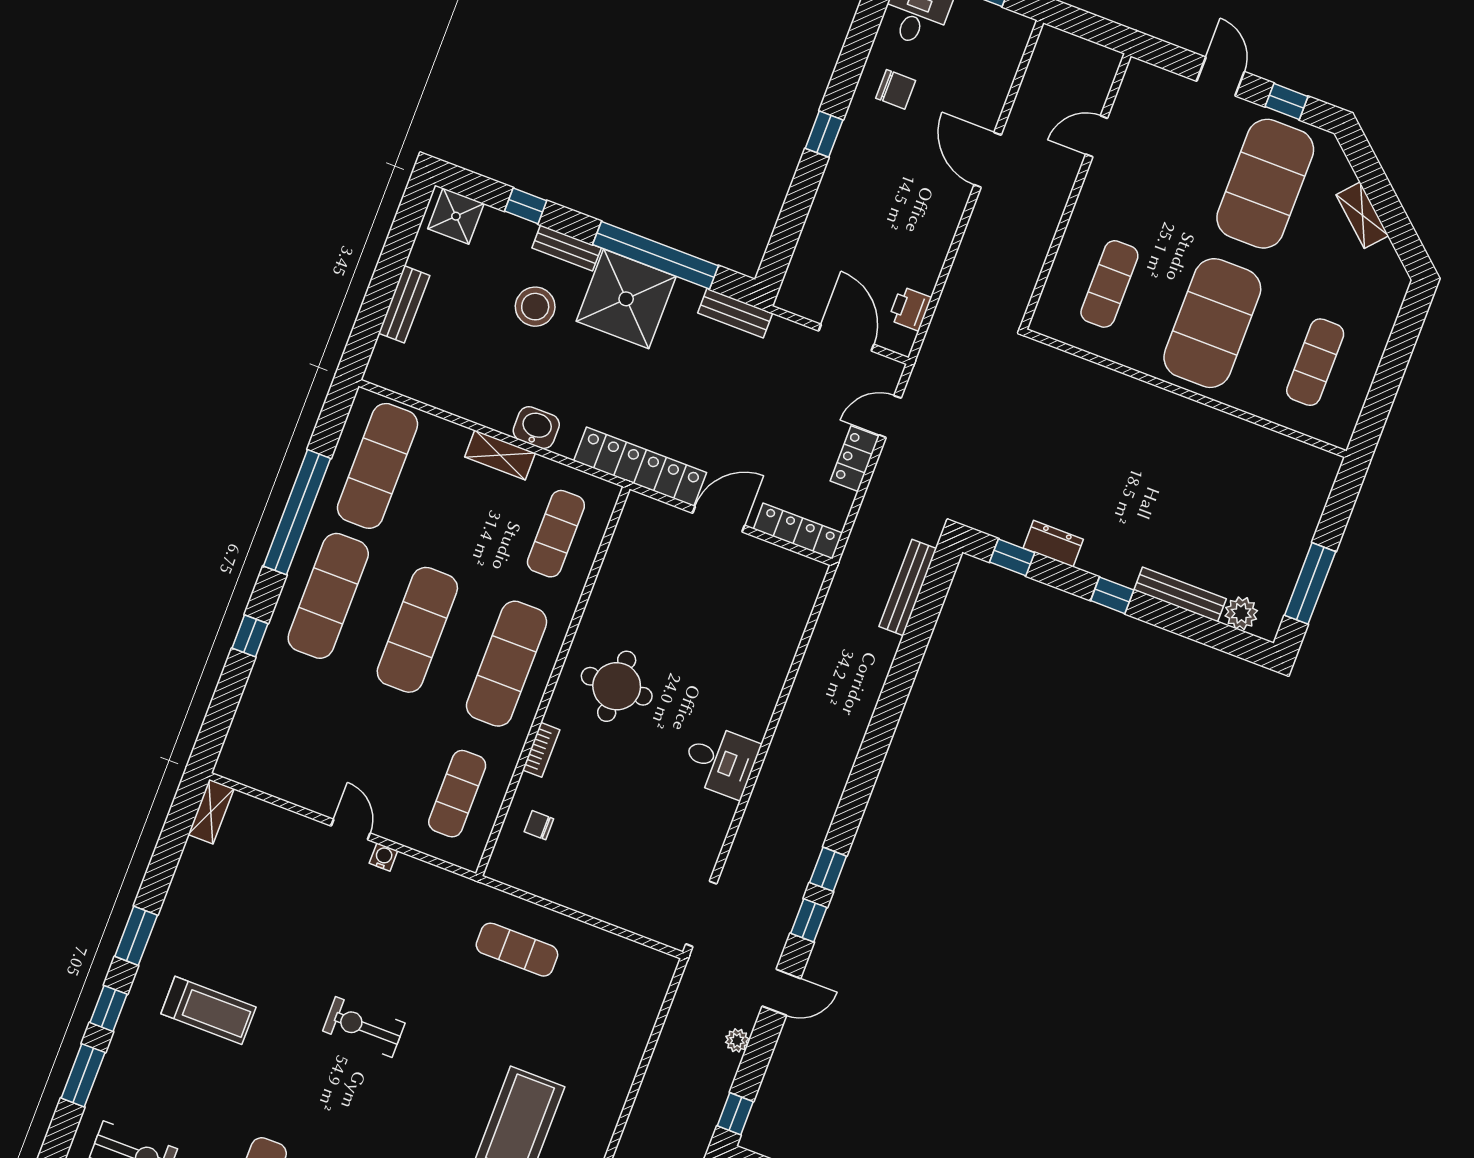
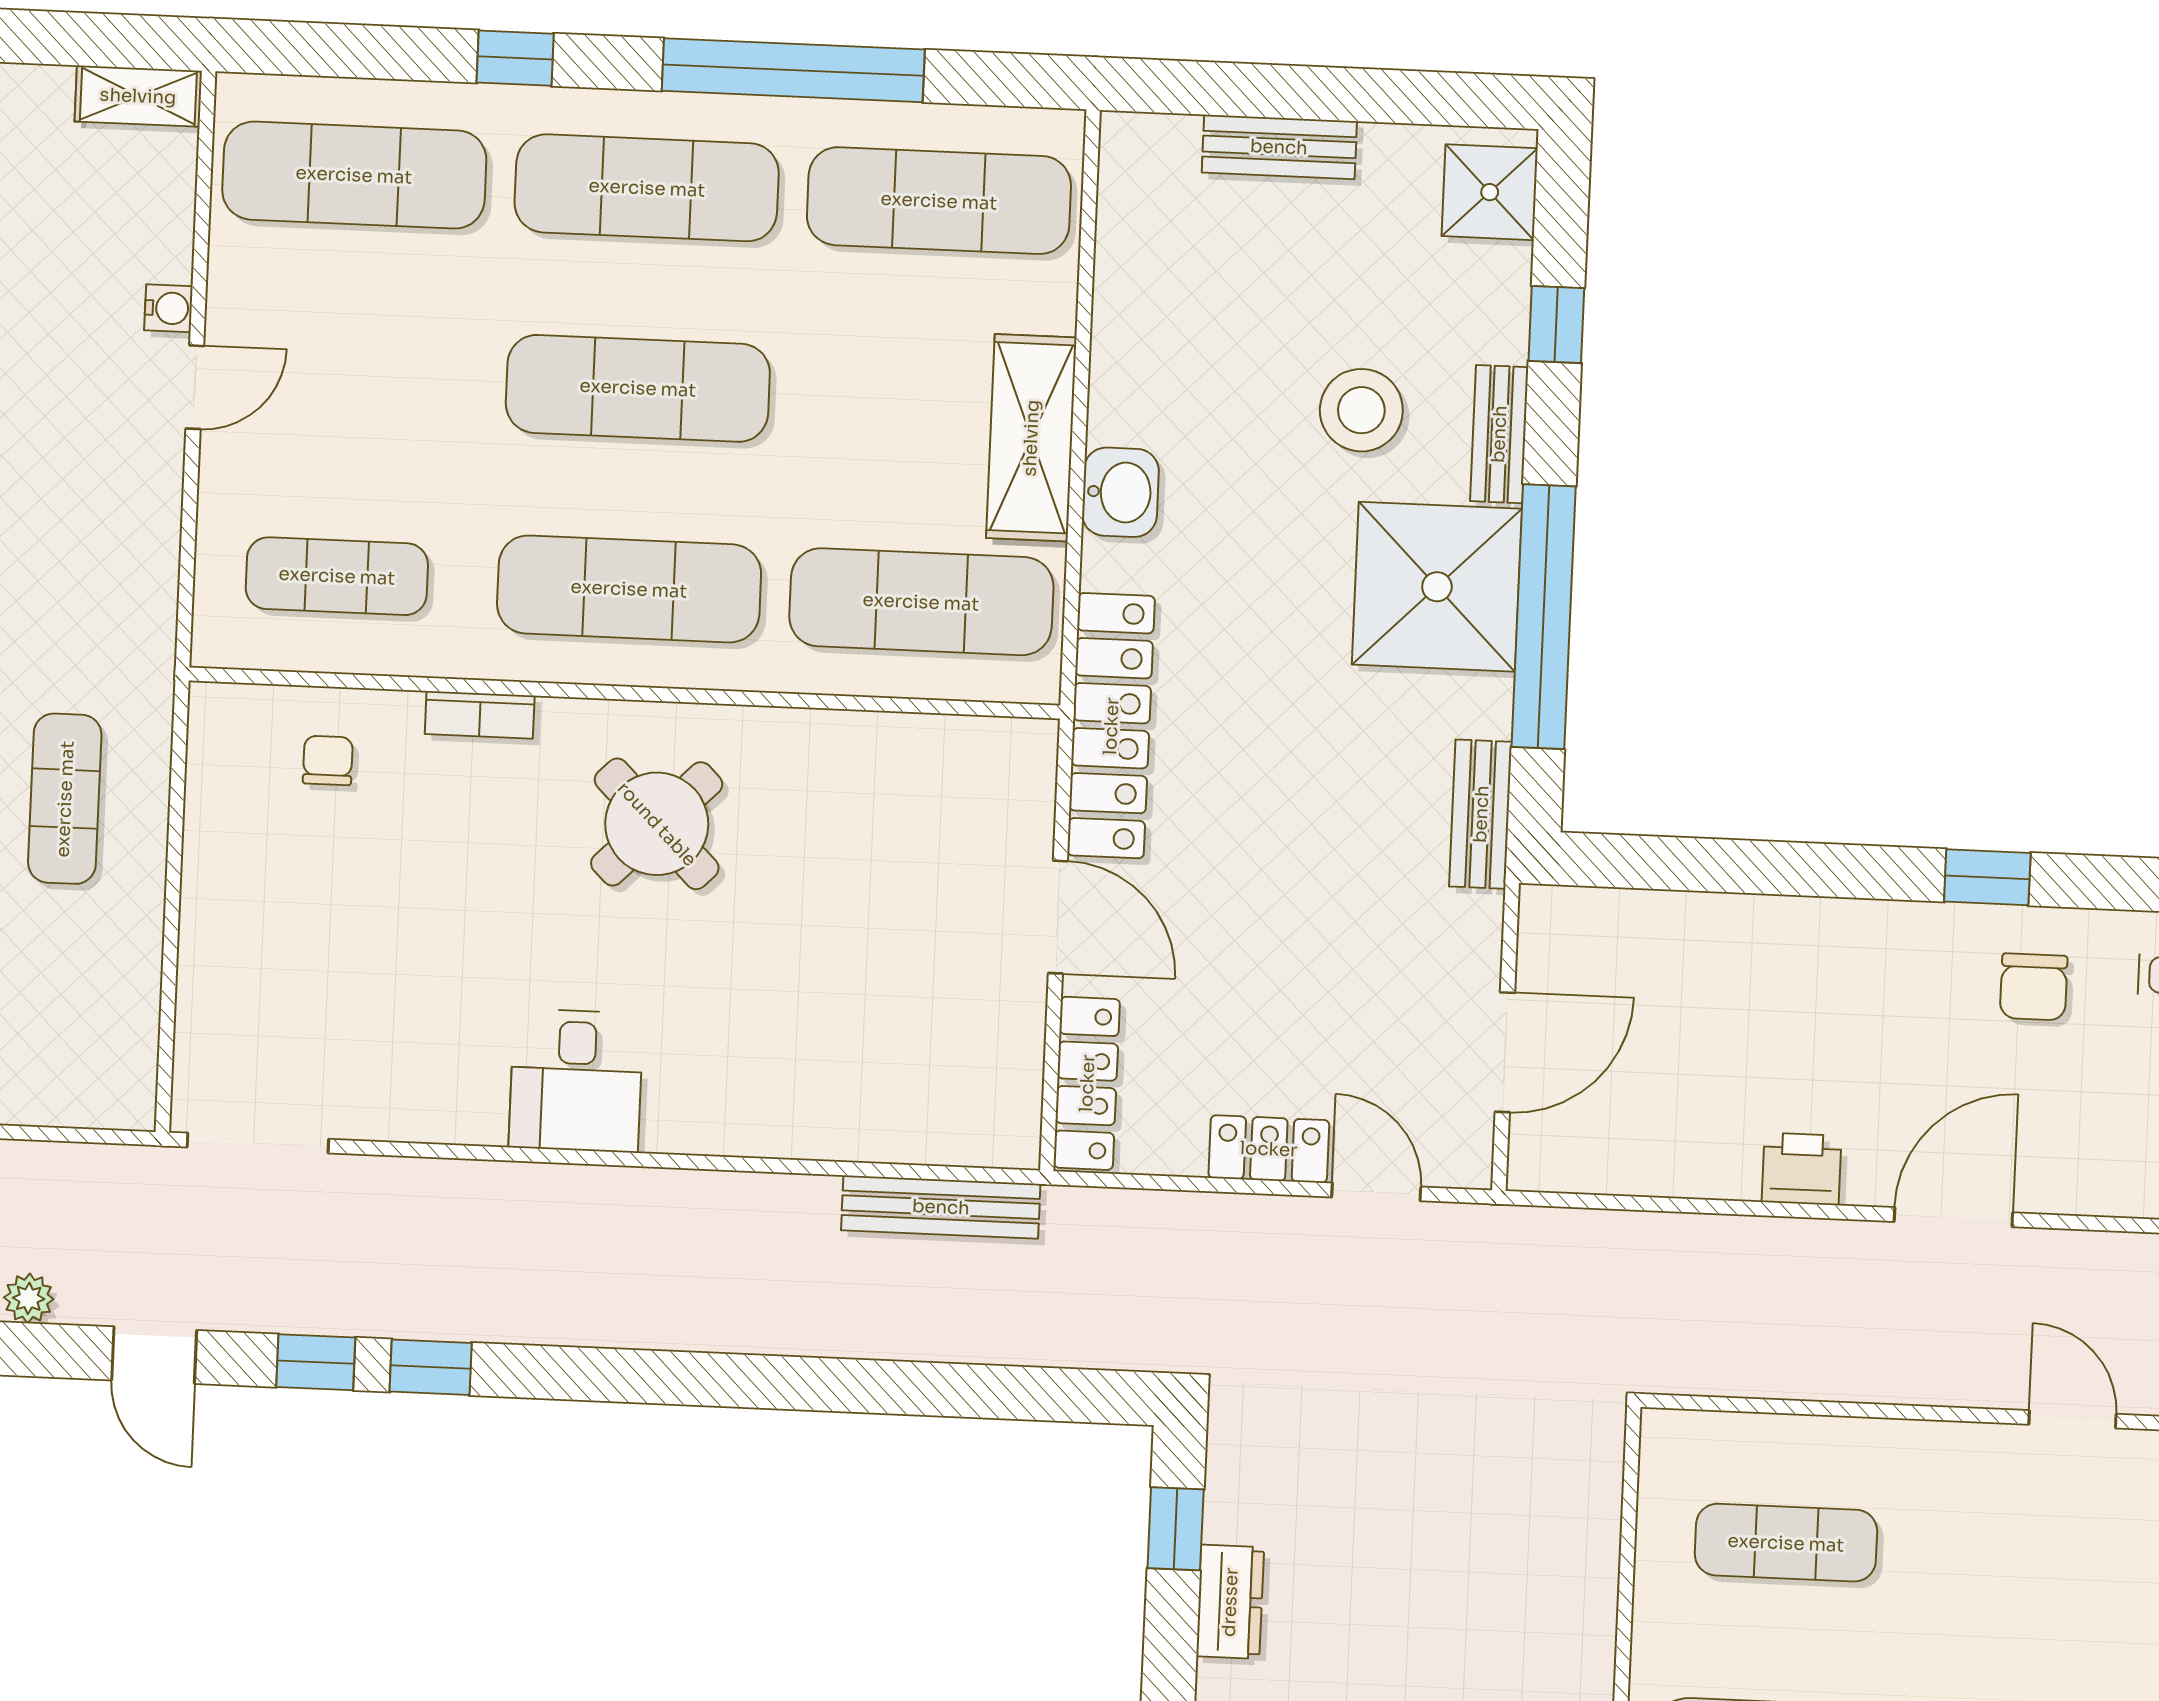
window: (824, 134) -> (1987, 877), moved
printer: (910, 309) -> (1802, 1169), moved
shelving: (500, 455) -> (1031, 438), width x1.50, depth x1.33
exercise mat: (556, 534) -> (921, 602), width x1.36, depth x1.45
bench: (908, 588) -> (941, 1207), moved
round table: (617, 686) -> (657, 824), turned 45
exercise mat: (279, 726) -> (354, 175), added
water cooler: (383, 857) -> (168, 308), moved

